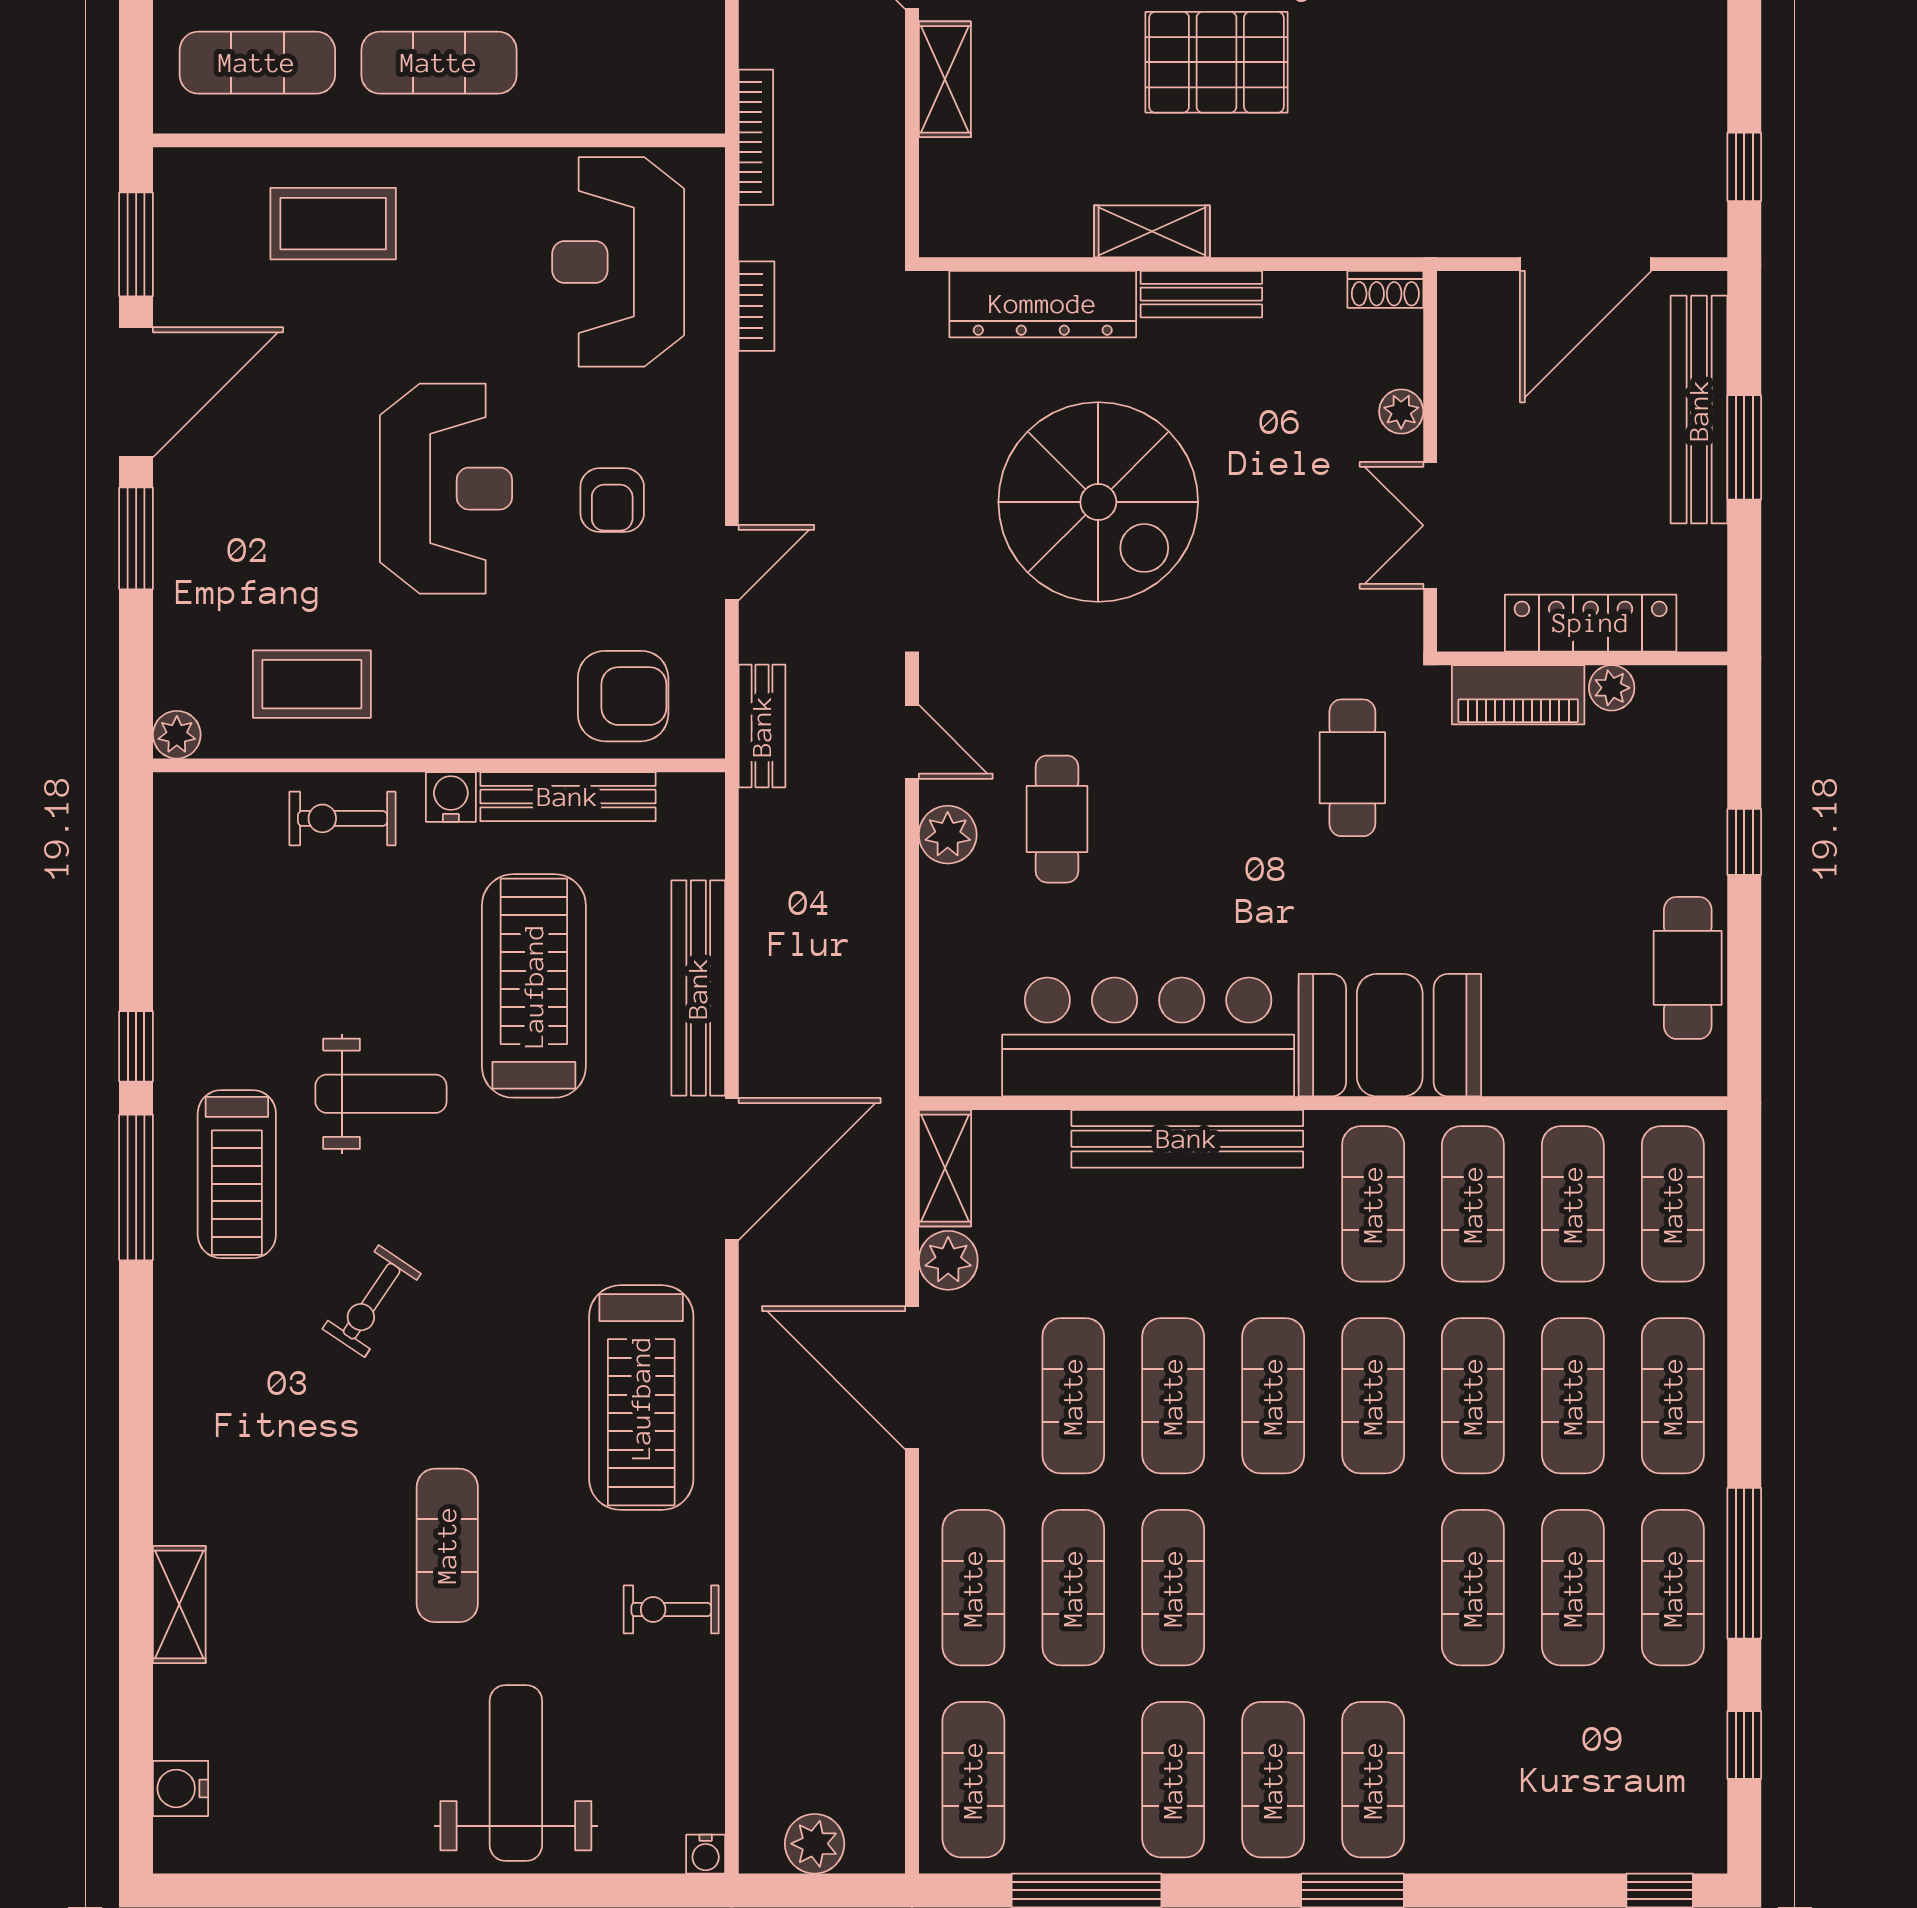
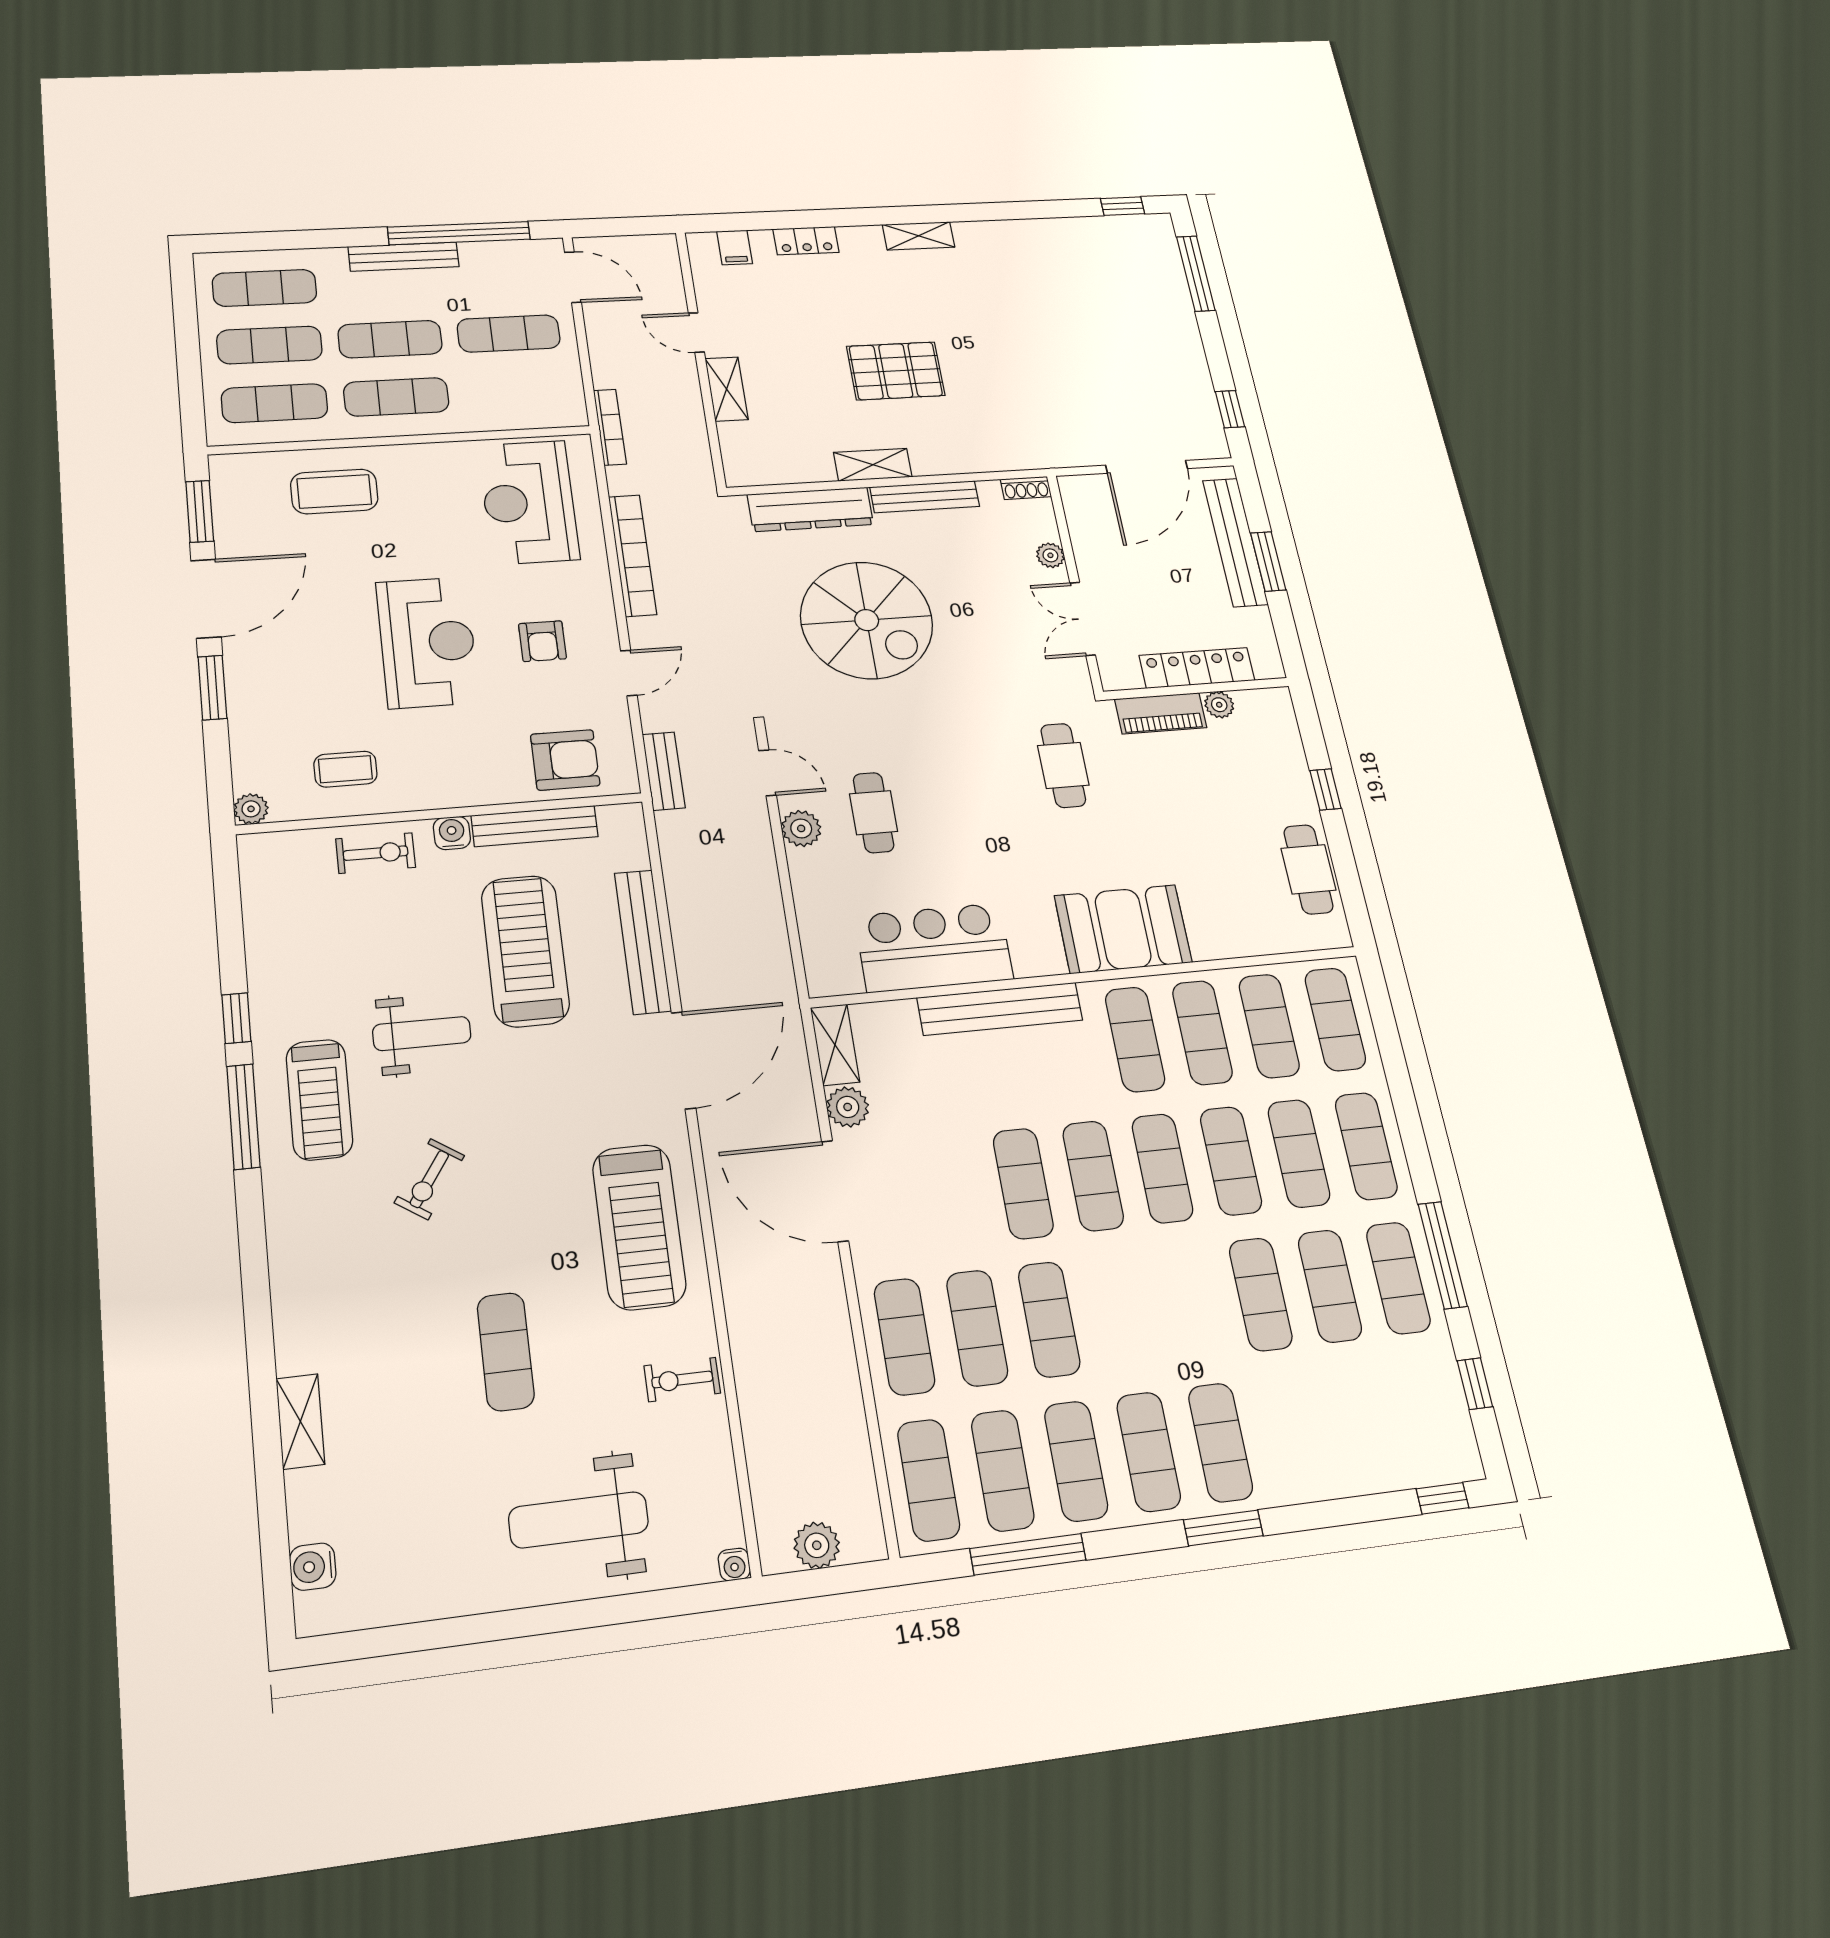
bench: (1201, 294) -> (925, 497), width x1.36
bookcase: (756, 306) -> (632, 555), width x2.31, depth x1.31
coffee table: (312, 684) -> (345, 769), width x0.73, depth x0.77
exercise bike: (343, 818) -> (376, 853), turned 180
bar counter: (1148, 1037) -> (934, 948), width x0.73
exercise mat: (1073, 1396) -> (1003, 1471), moved
weight bench: (516, 1773) -> (579, 1520), turned -90

